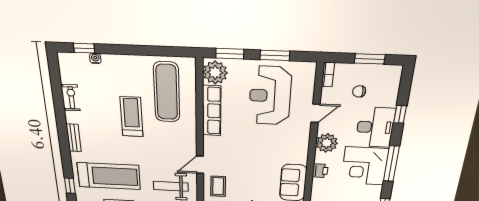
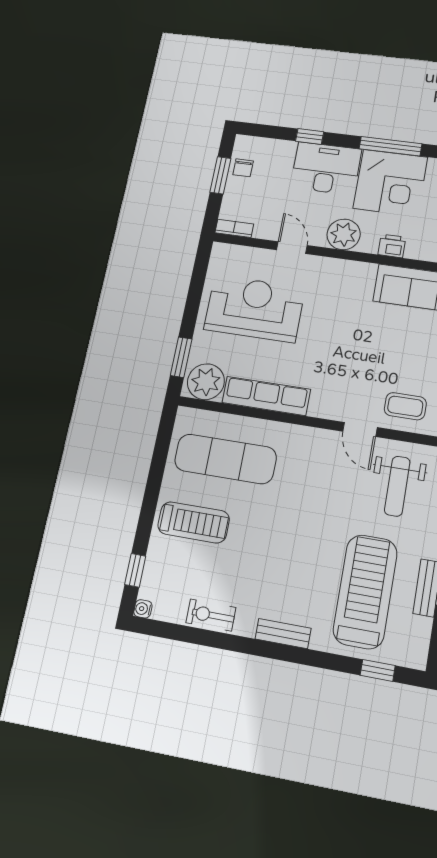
window: (275, 55) -> (194, 296), removed
water cooler: (95, 58) -> (143, 609), moved
chair: (359, 91) -> (243, 168), moved
reception desk: (270, 96) -> (255, 308), turned 180
treadmill: (132, 117) -> (194, 522), moved, turned 180

